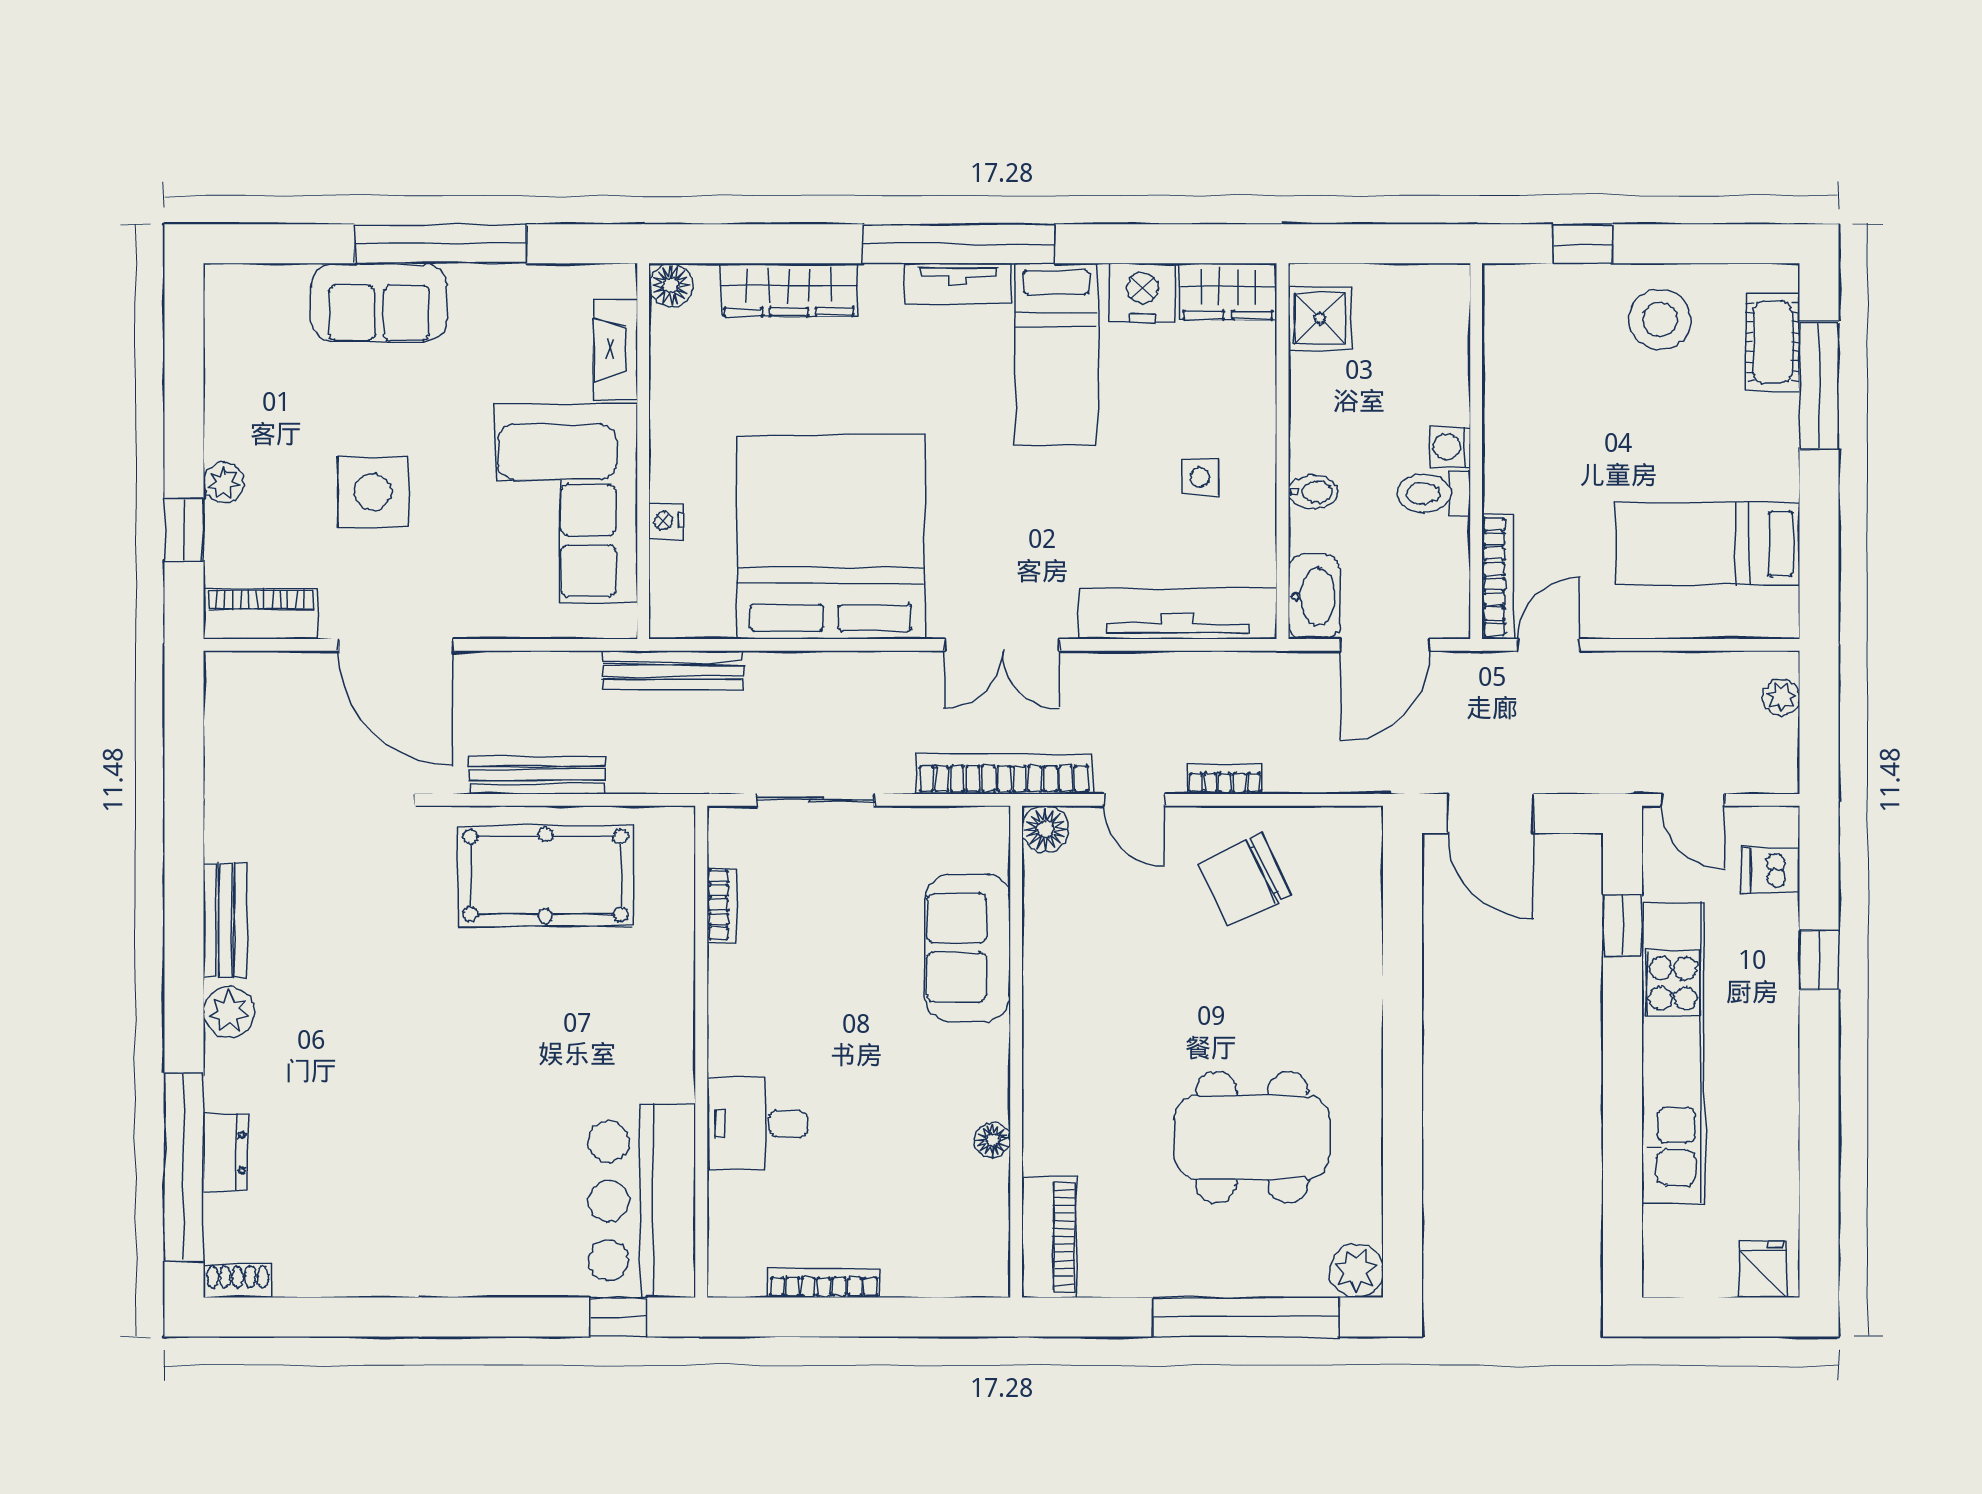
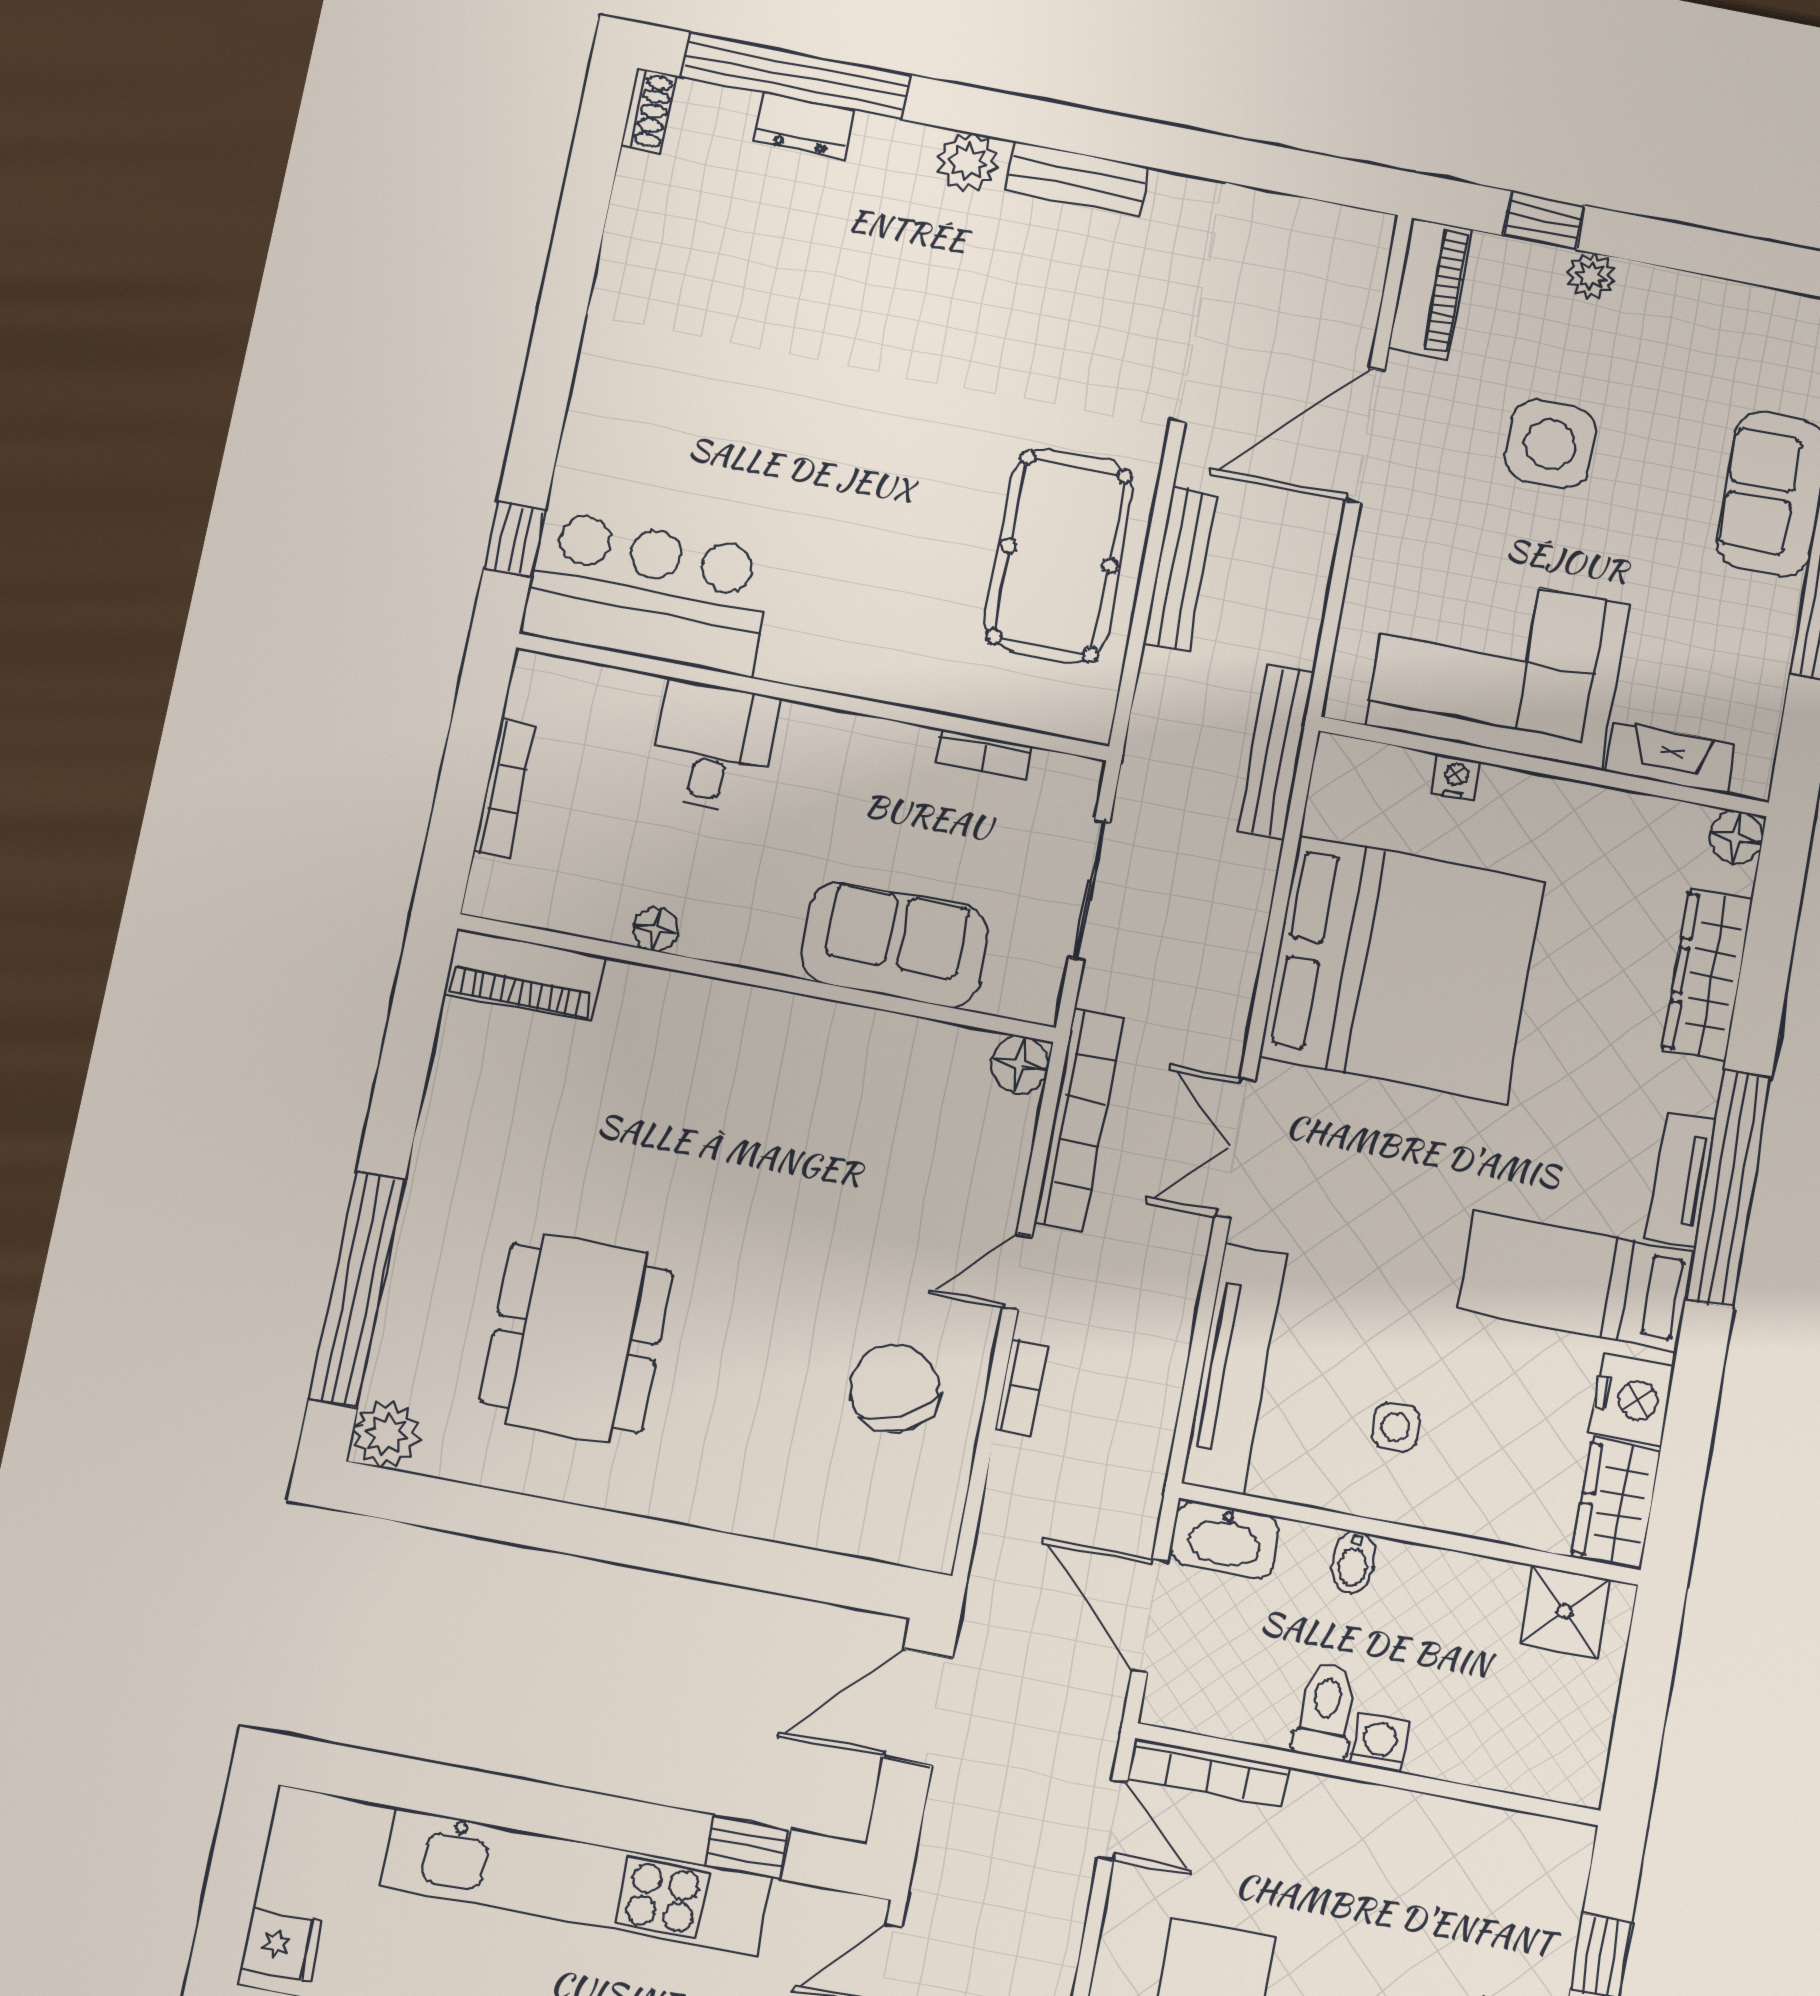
floor lamp: (1045, 829) -> (1020, 1064), moved
sofa: (968, 947) -> (894, 944), moved
wall: (1016, 1052) -> (757, 978), moved
floor lamp: (992, 1140) -> (656, 930), moved
piano: (1049, 1237) -> (525, 975), moved

